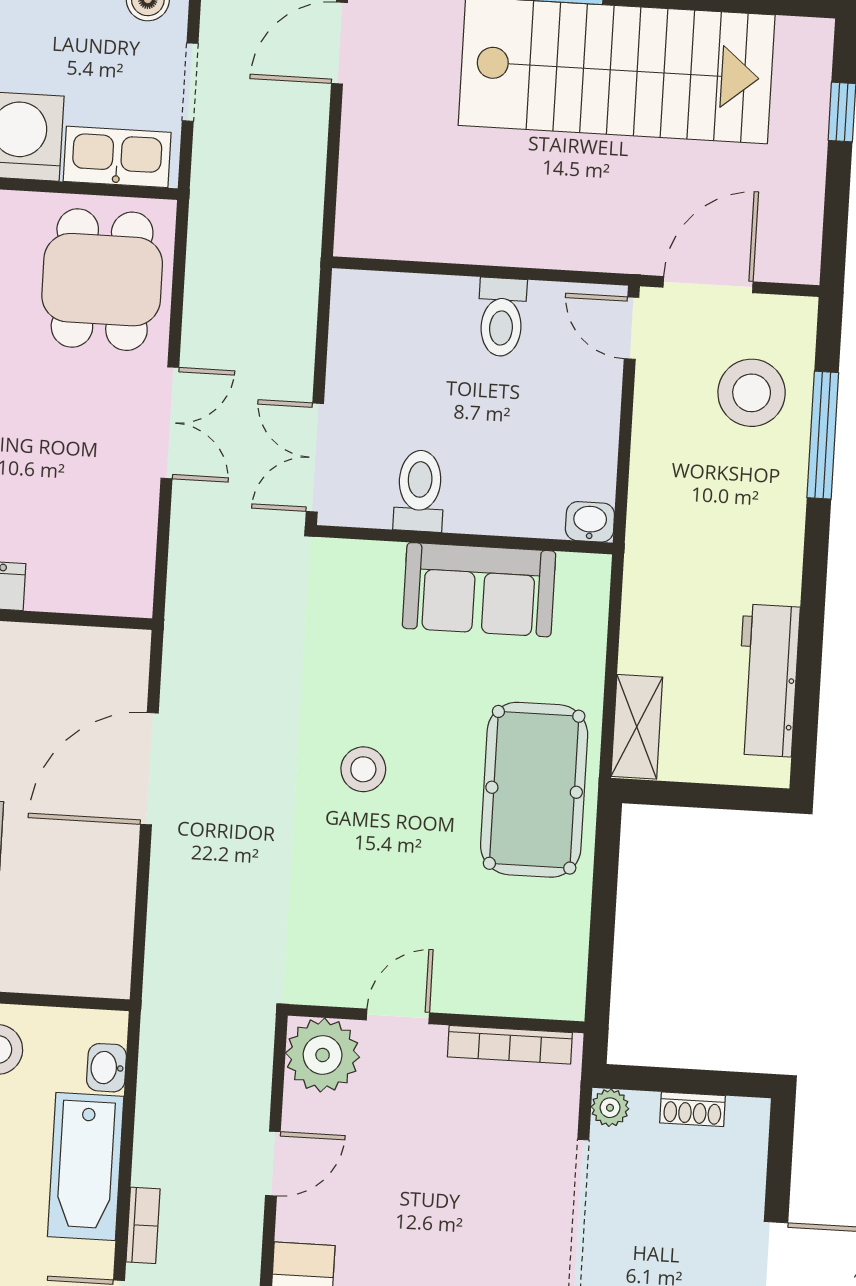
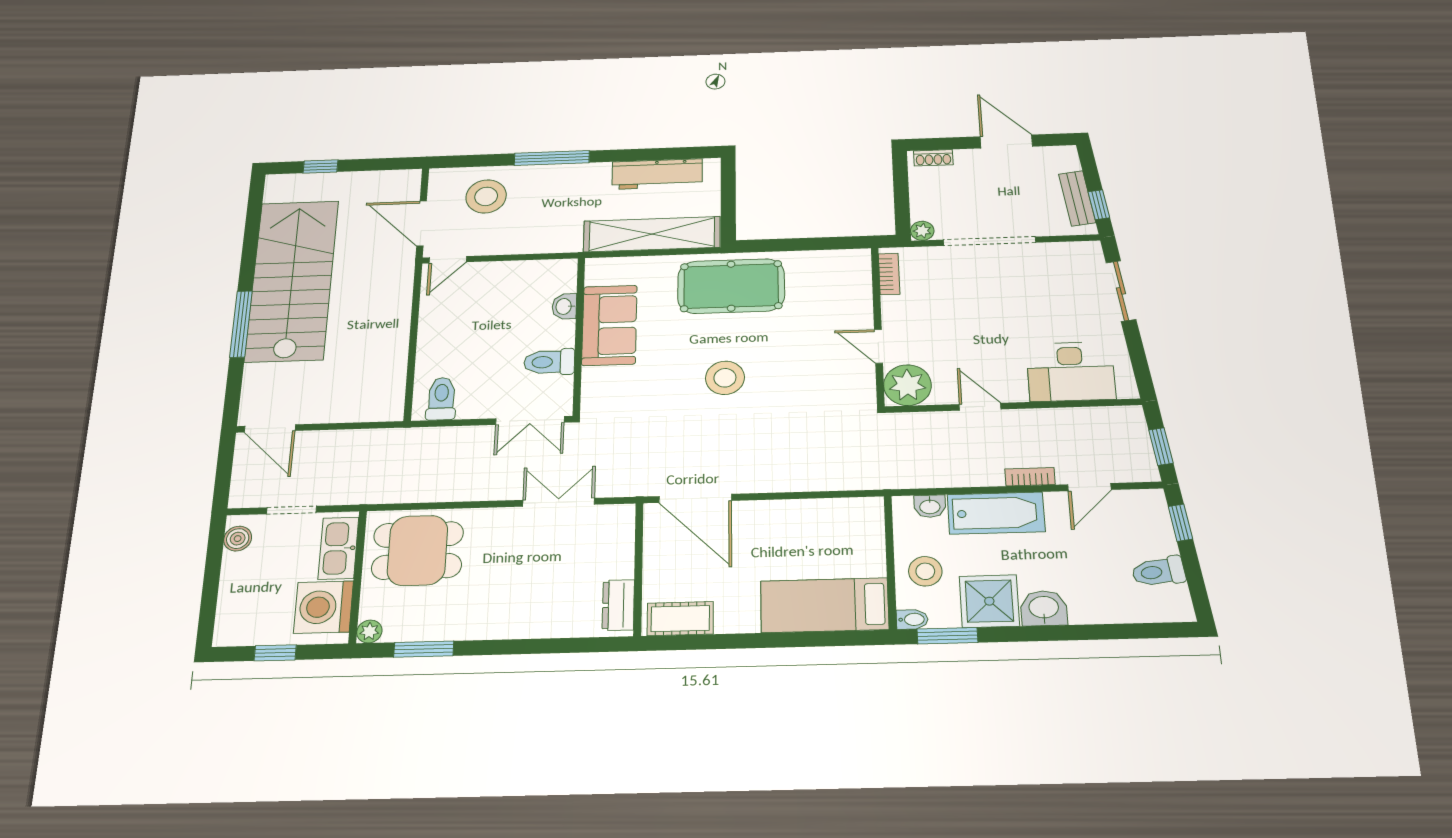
toilet: (502, 317) -> (441, 399), moved, turned -90
double door: (170, 423) -> (559, 502), moved
window: (823, 435) -> (552, 158), moved
washbasin: (590, 522) -> (564, 306), moved
shelving: (637, 727) -> (652, 234), width x2.20, depth x1.33
door: (149, 769) -> (695, 498), moved
stool: (363, 769) -> (725, 378), width x1.38, depth x1.38
bookcase: (510, 1045) -> (889, 274), width x0.64
shoe rack: (693, 1109) -> (933, 158), moved, turned 90

